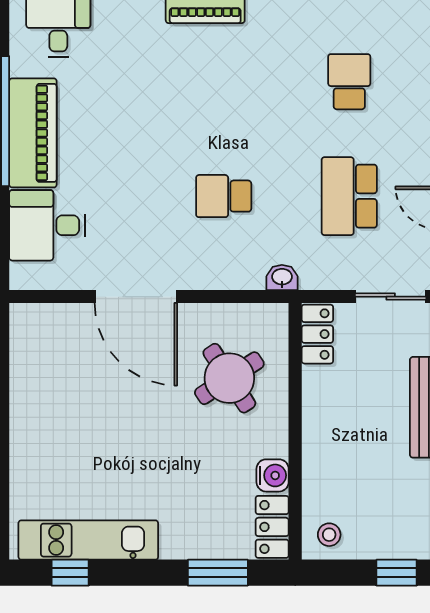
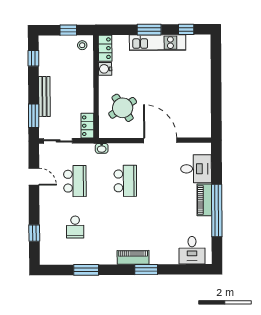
piano: (33, 133) -> (204, 200), width x0.73, depth x0.75
school desk: (224, 196) -> (125, 181), width x1.85
kitchen unit: (88, 540) -> (158, 43), moved
window: (218, 573) -> (149, 30), moved
window: (397, 573) -> (68, 30), moved

